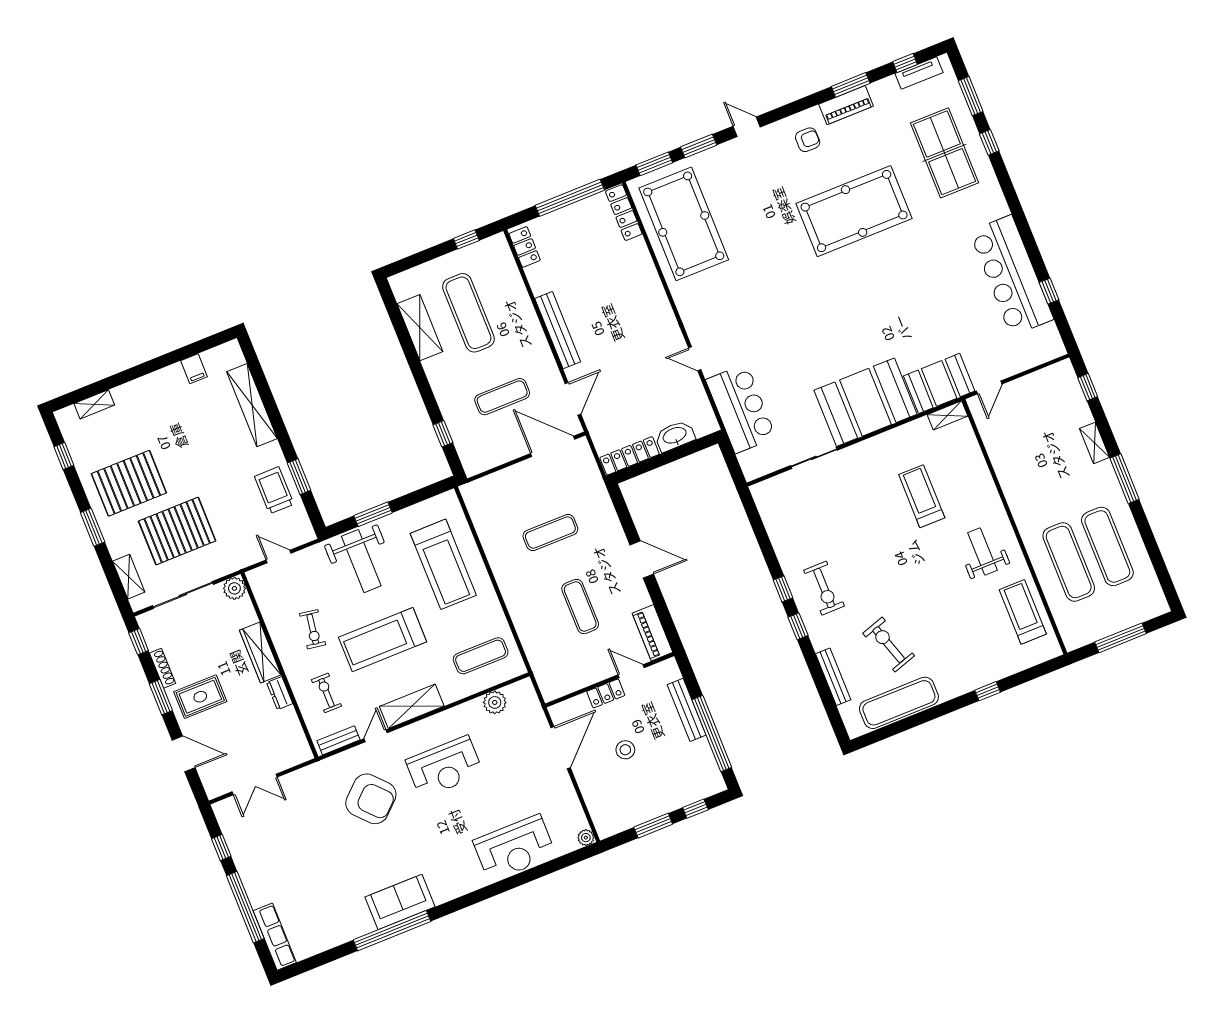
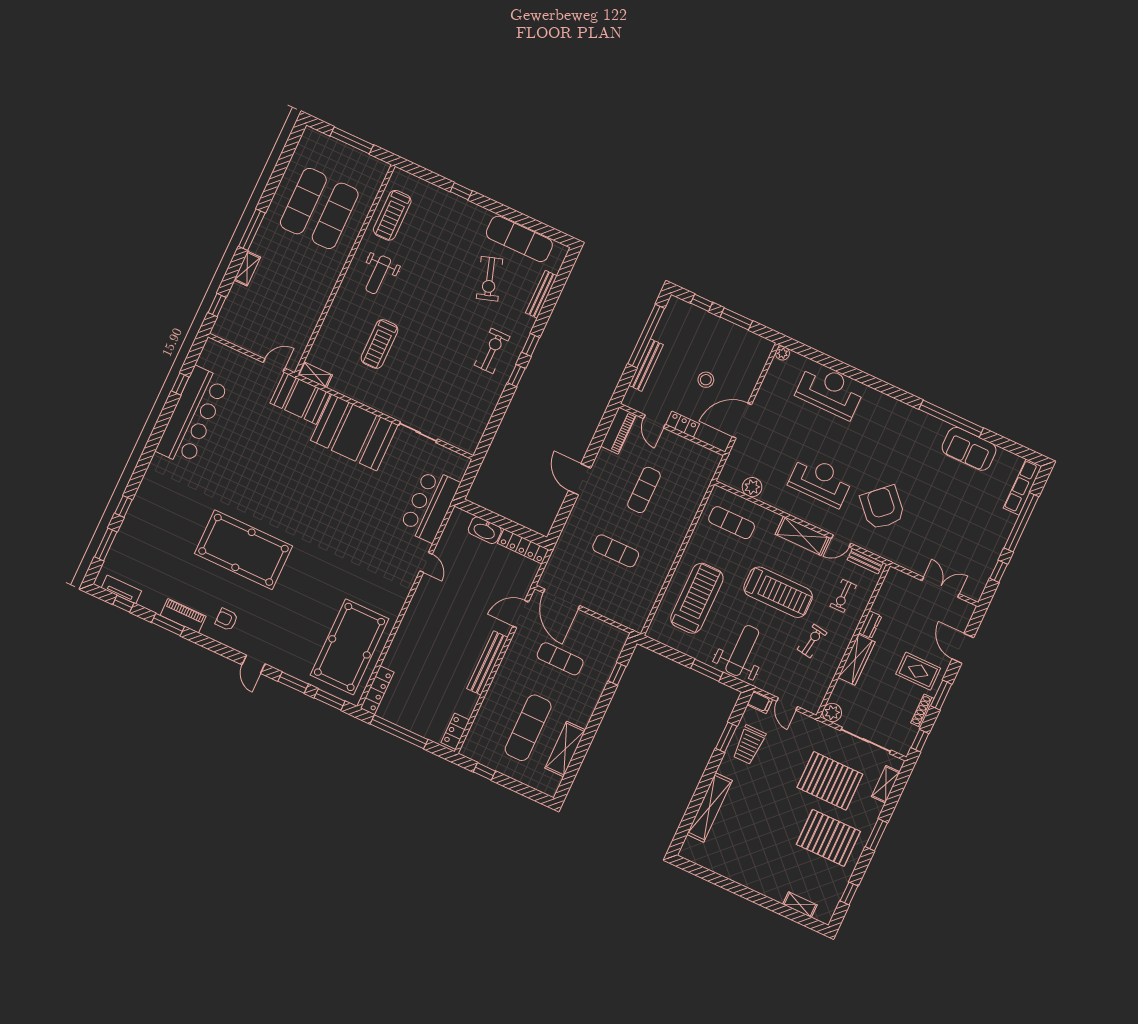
table tennis table: (944, 153) -> (156, 528), removed
filing cabinet: (194, 369) -> (760, 702), moved, turned 90
sofa: (400, 902) -> (969, 449), moved

